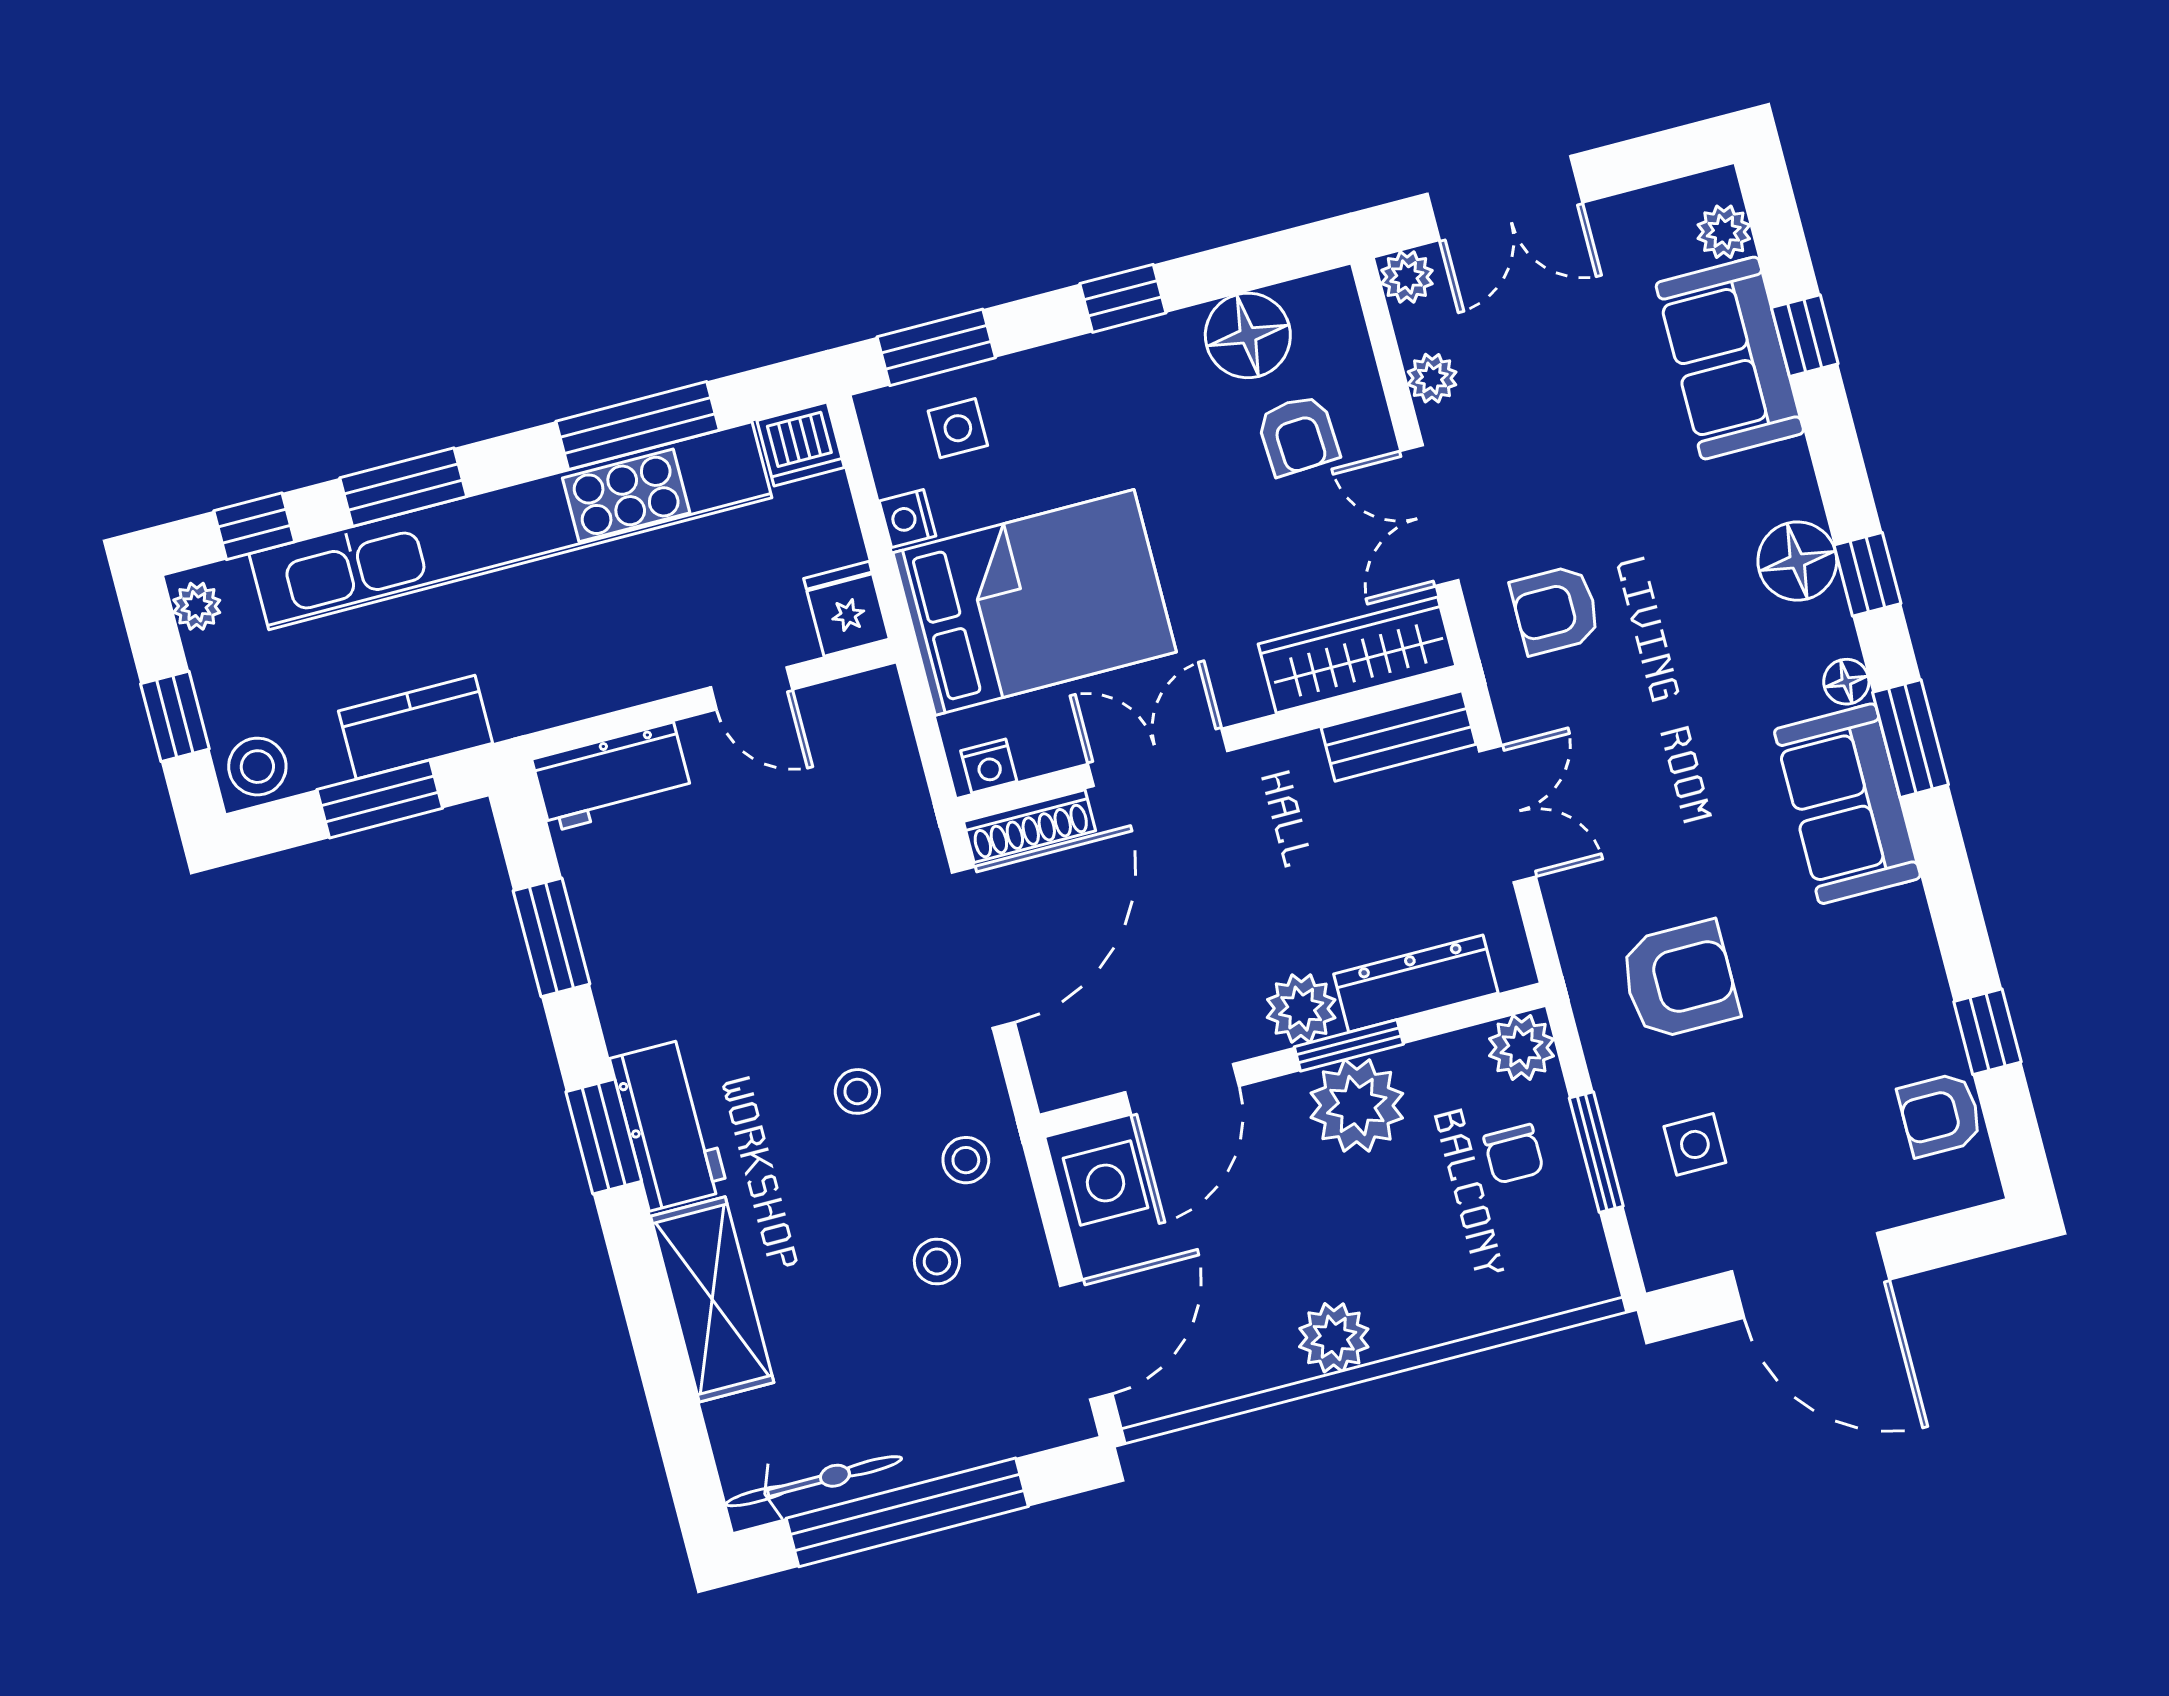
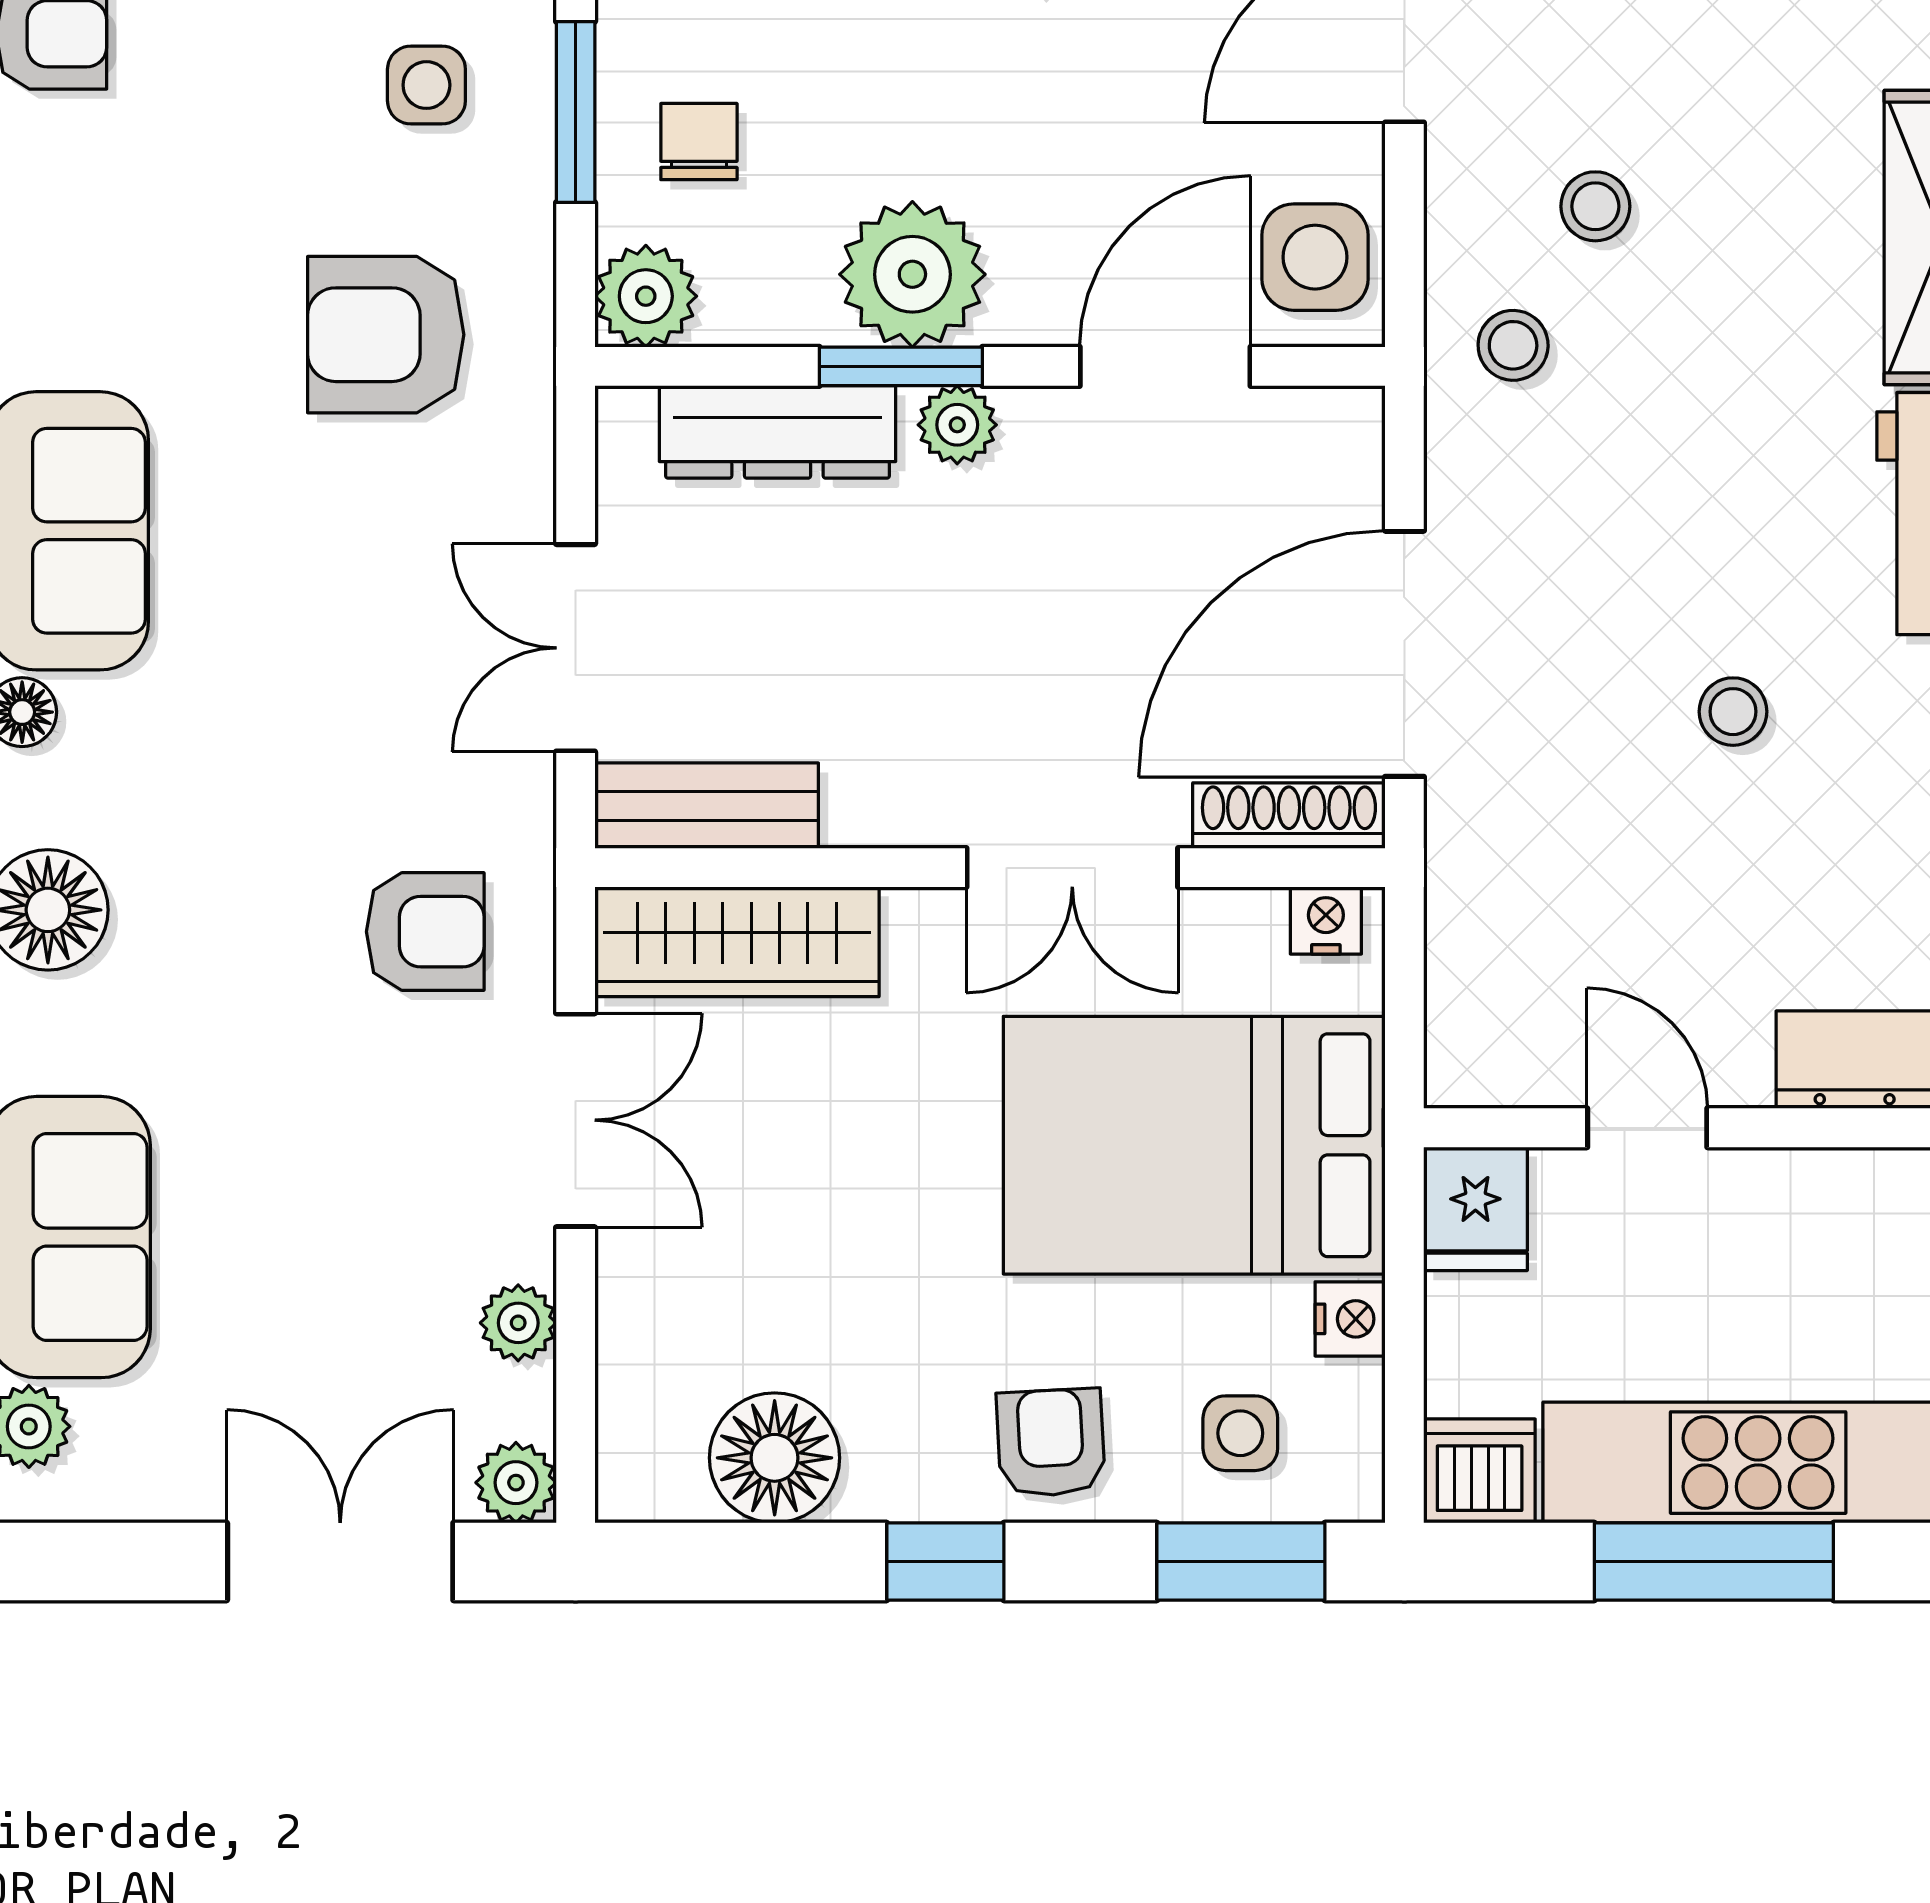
armchair: (1298, 435) -> (1051, 1443), moved
plant: (1301, 1009) -> (957, 425), width x0.73, depth x0.73
stool: (857, 1091) -> (1733, 712), moved

